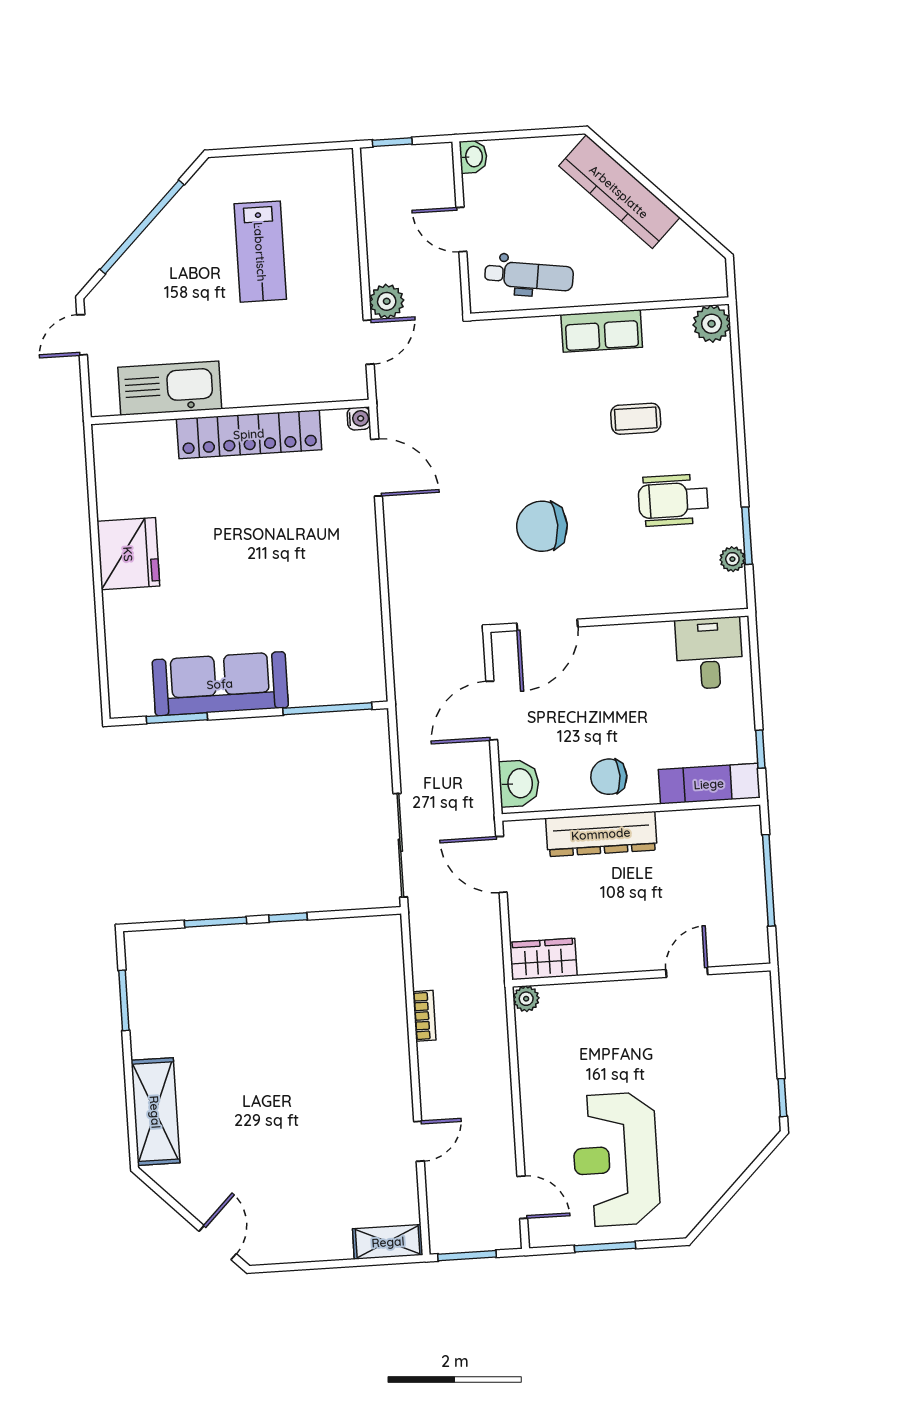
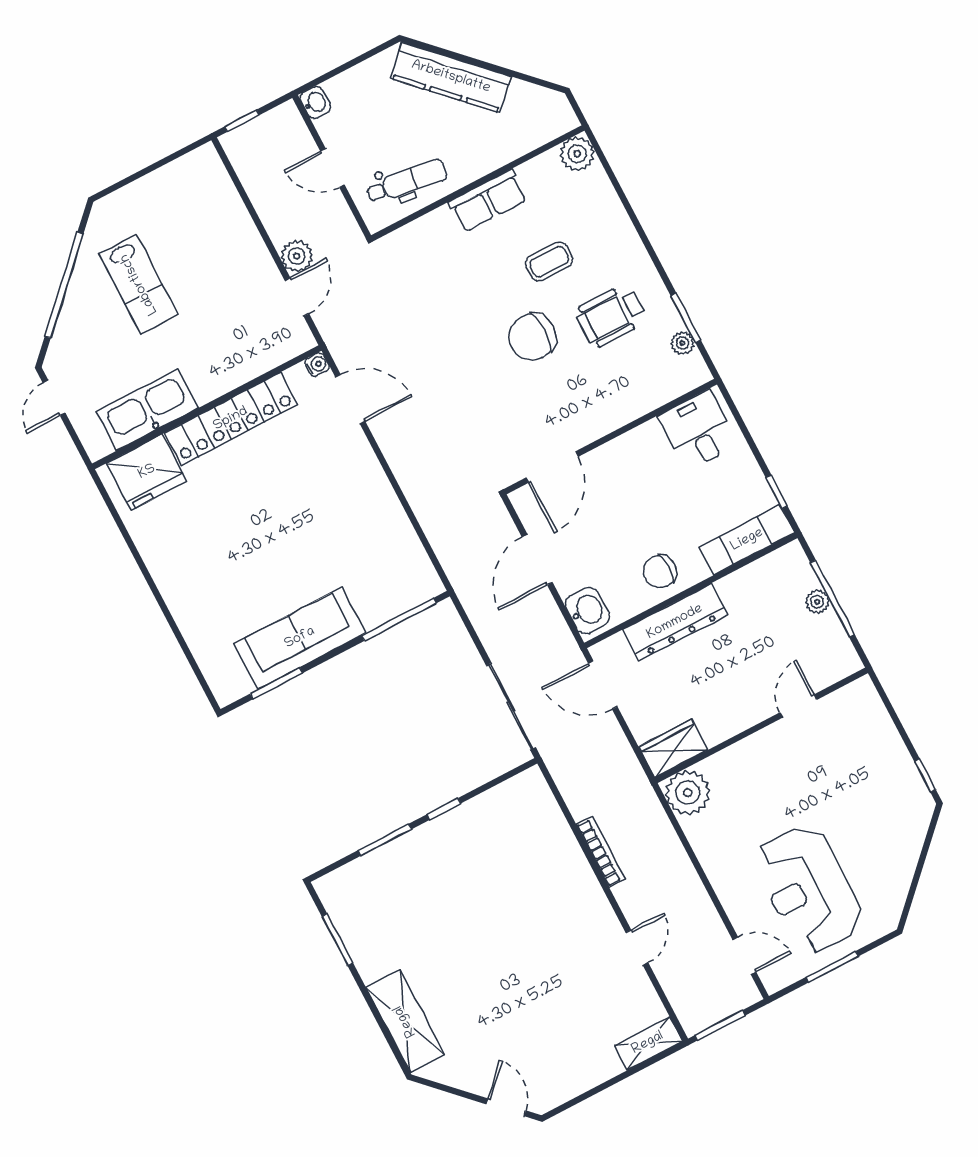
lab bench: (260, 252) -> (139, 284), moved
chair: (542, 526) -> (532, 337), moved
fridge: (128, 554) -> (147, 472), moved, turned 90
plant: (752, 877) -> (817, 602), added
plant: (526, 999) -> (688, 793), width x1.88, depth x1.88
bookcase: (424, 1016) -> (601, 852), width x1.56

